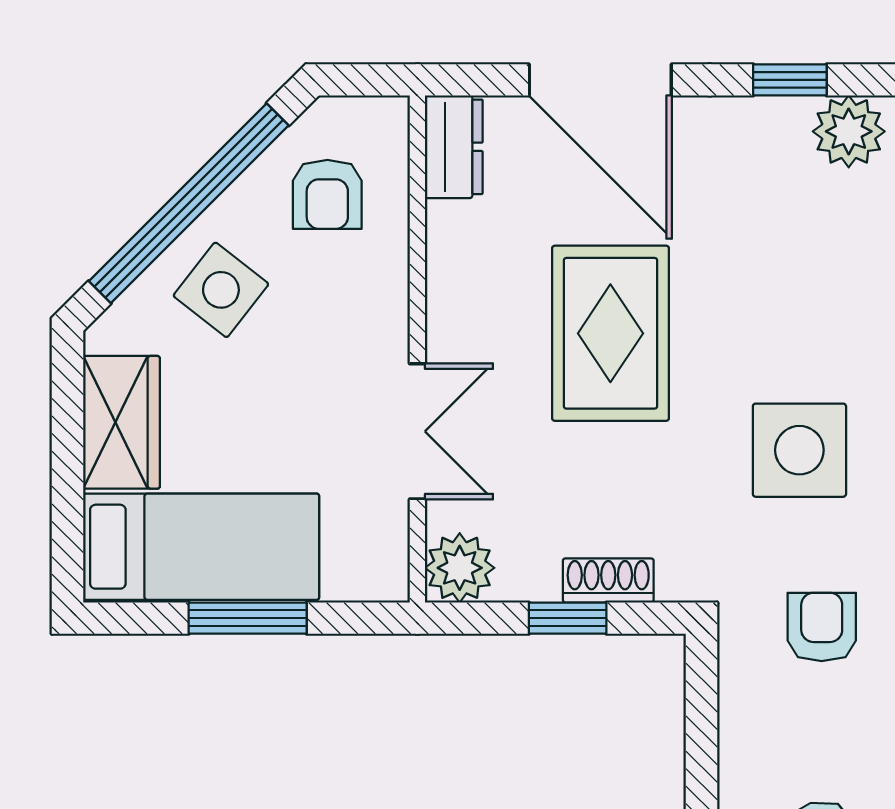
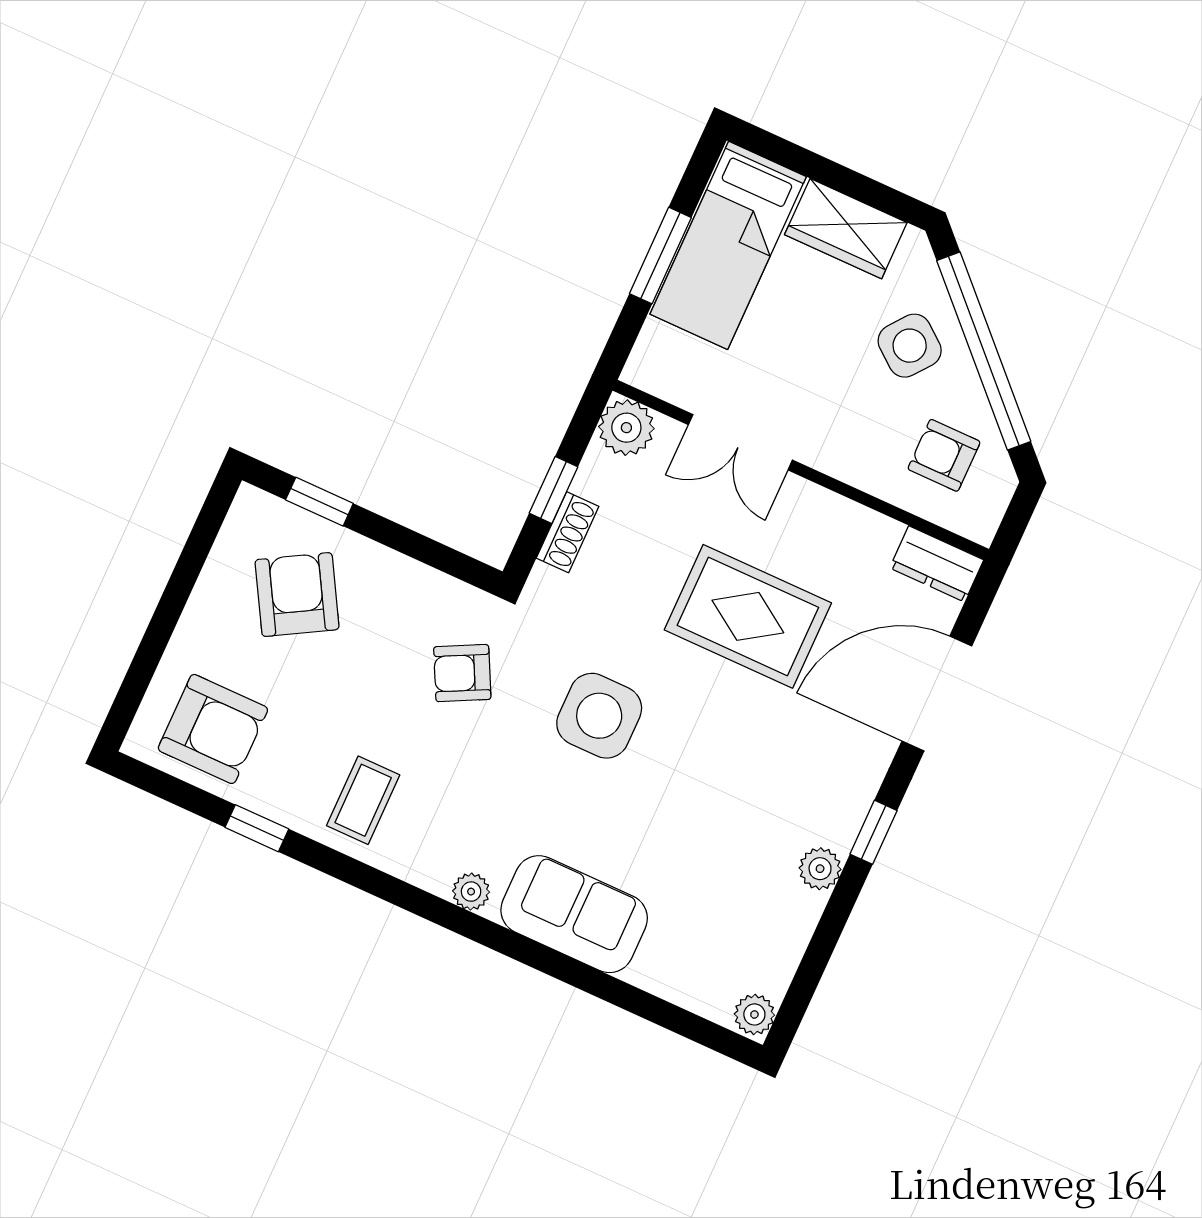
plant: (849, 131) -> (820, 869), width x0.73, depth x0.73
armchair: (822, 627) -> (462, 673), turned 153

